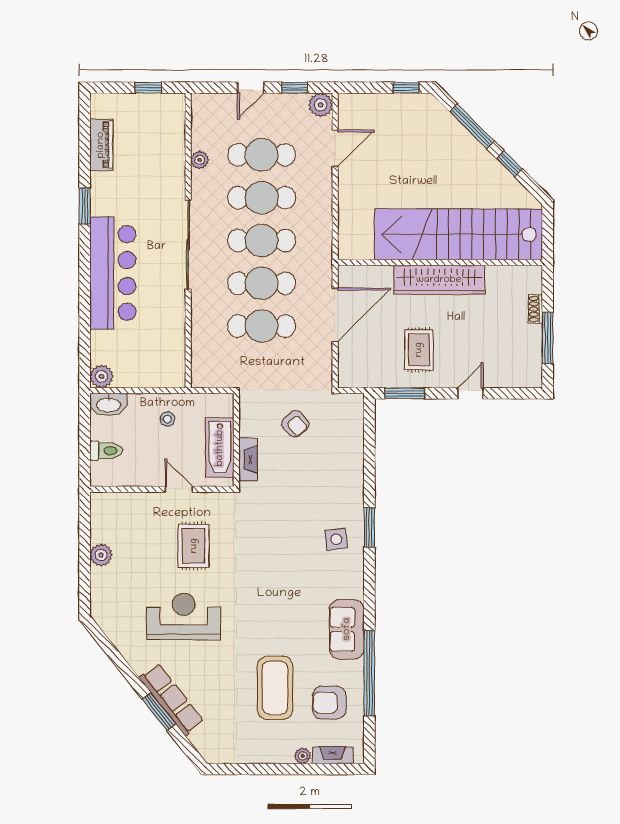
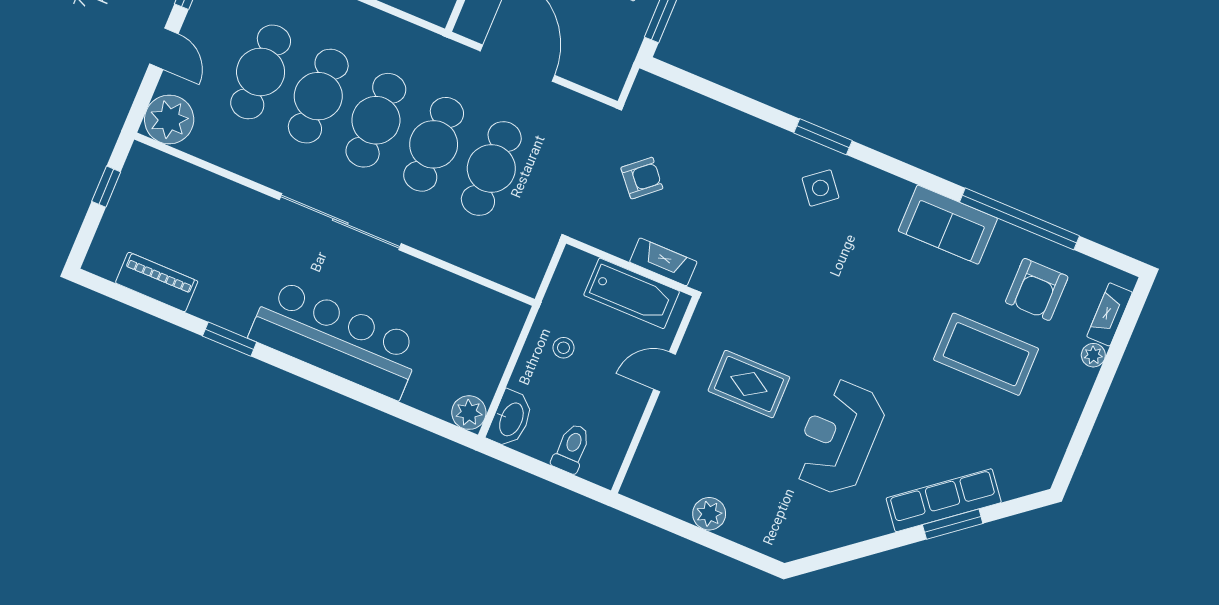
plant: (200, 160) -> (169, 120), moved, width x1.87, depth x1.87
side table: (336, 539) -> (820, 188), turned -32

